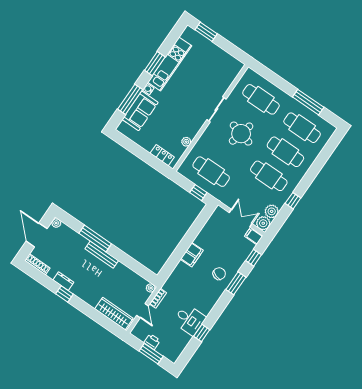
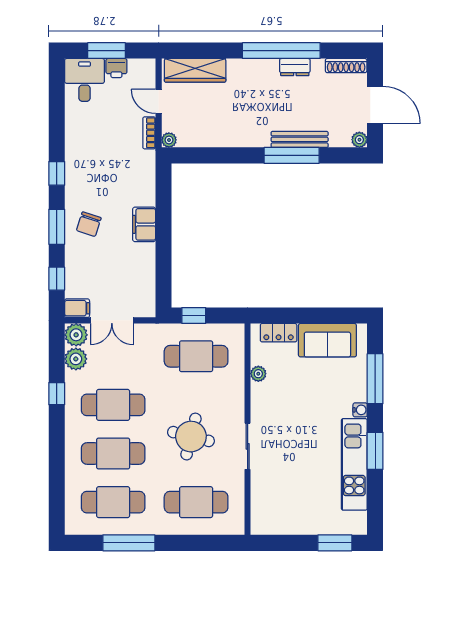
sofa: (140, 111) -> (327, 340), moved, turned -90
bench: (102, 255) -> (300, 139), moved
window: (64, 294) -> (281, 51), width x3.17
desk: (189, 320) -> (85, 80), moved, turned 90
window: (202, 333) -> (57, 173), moved

